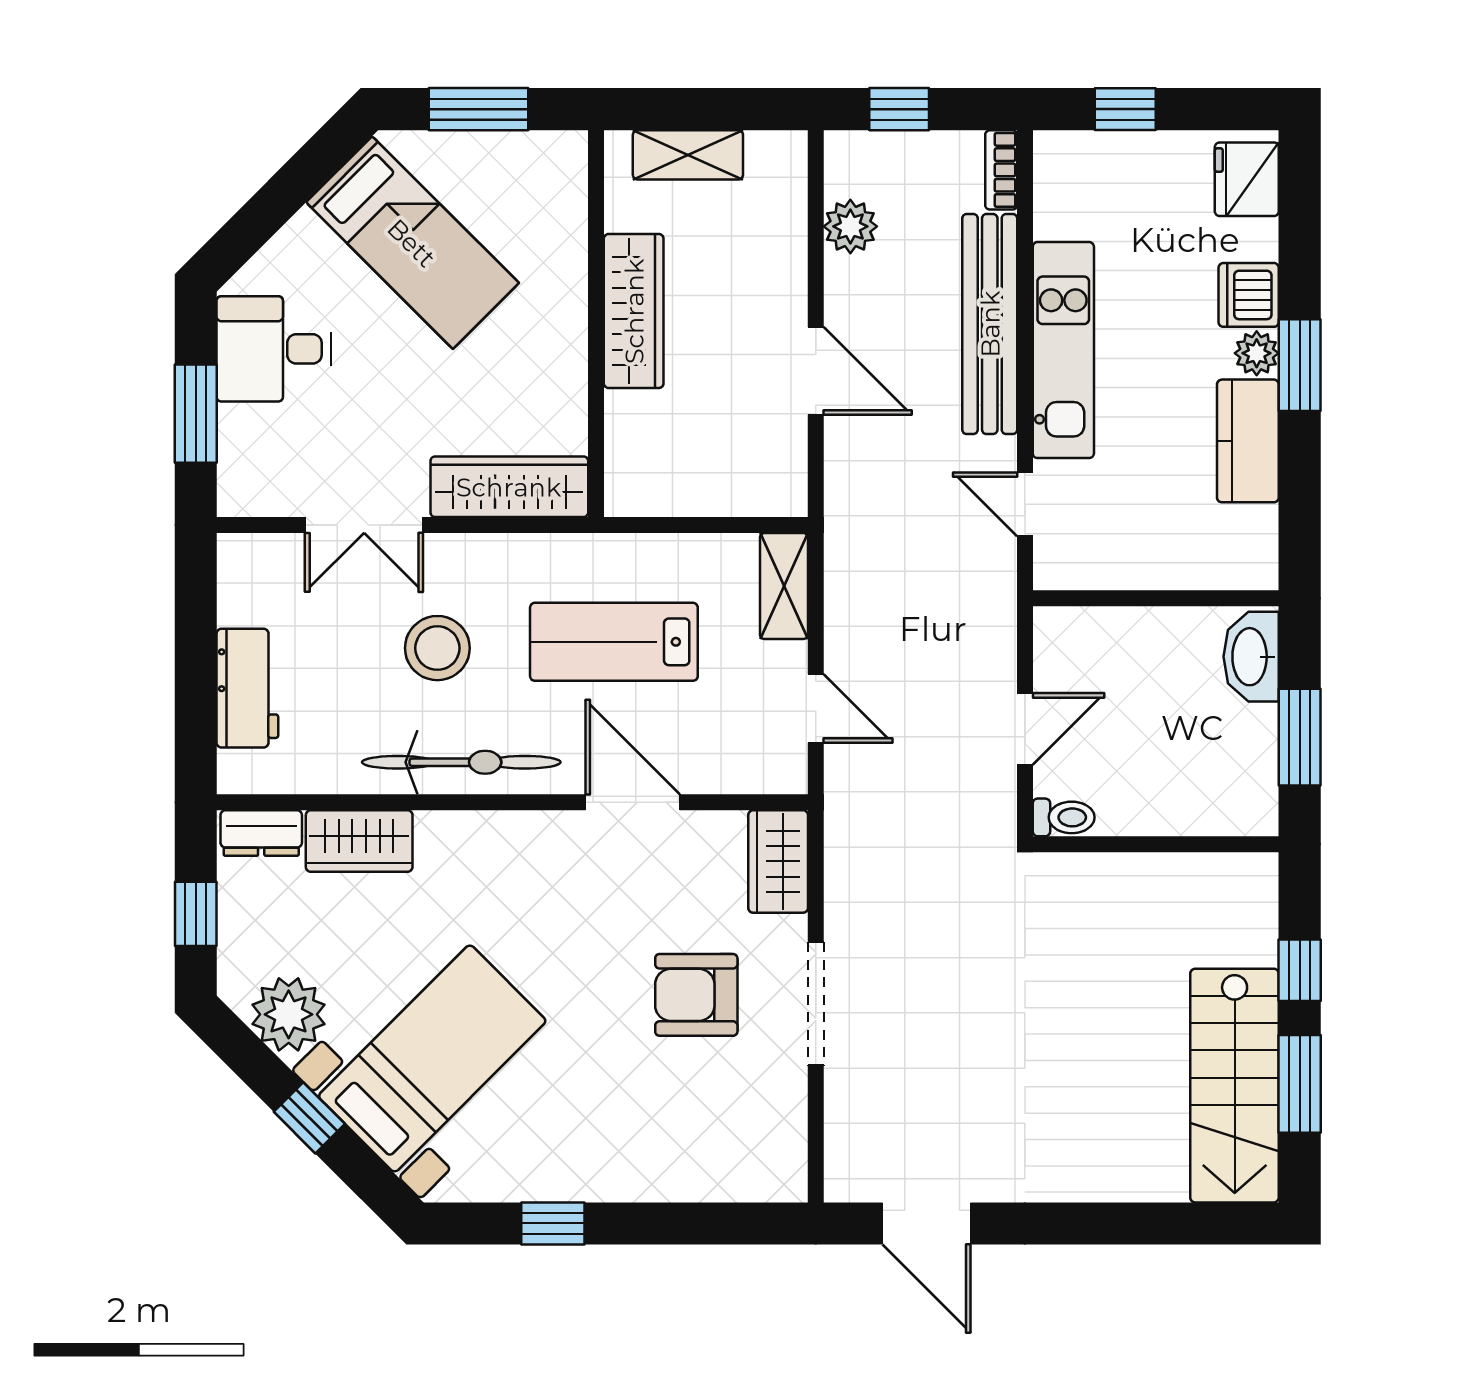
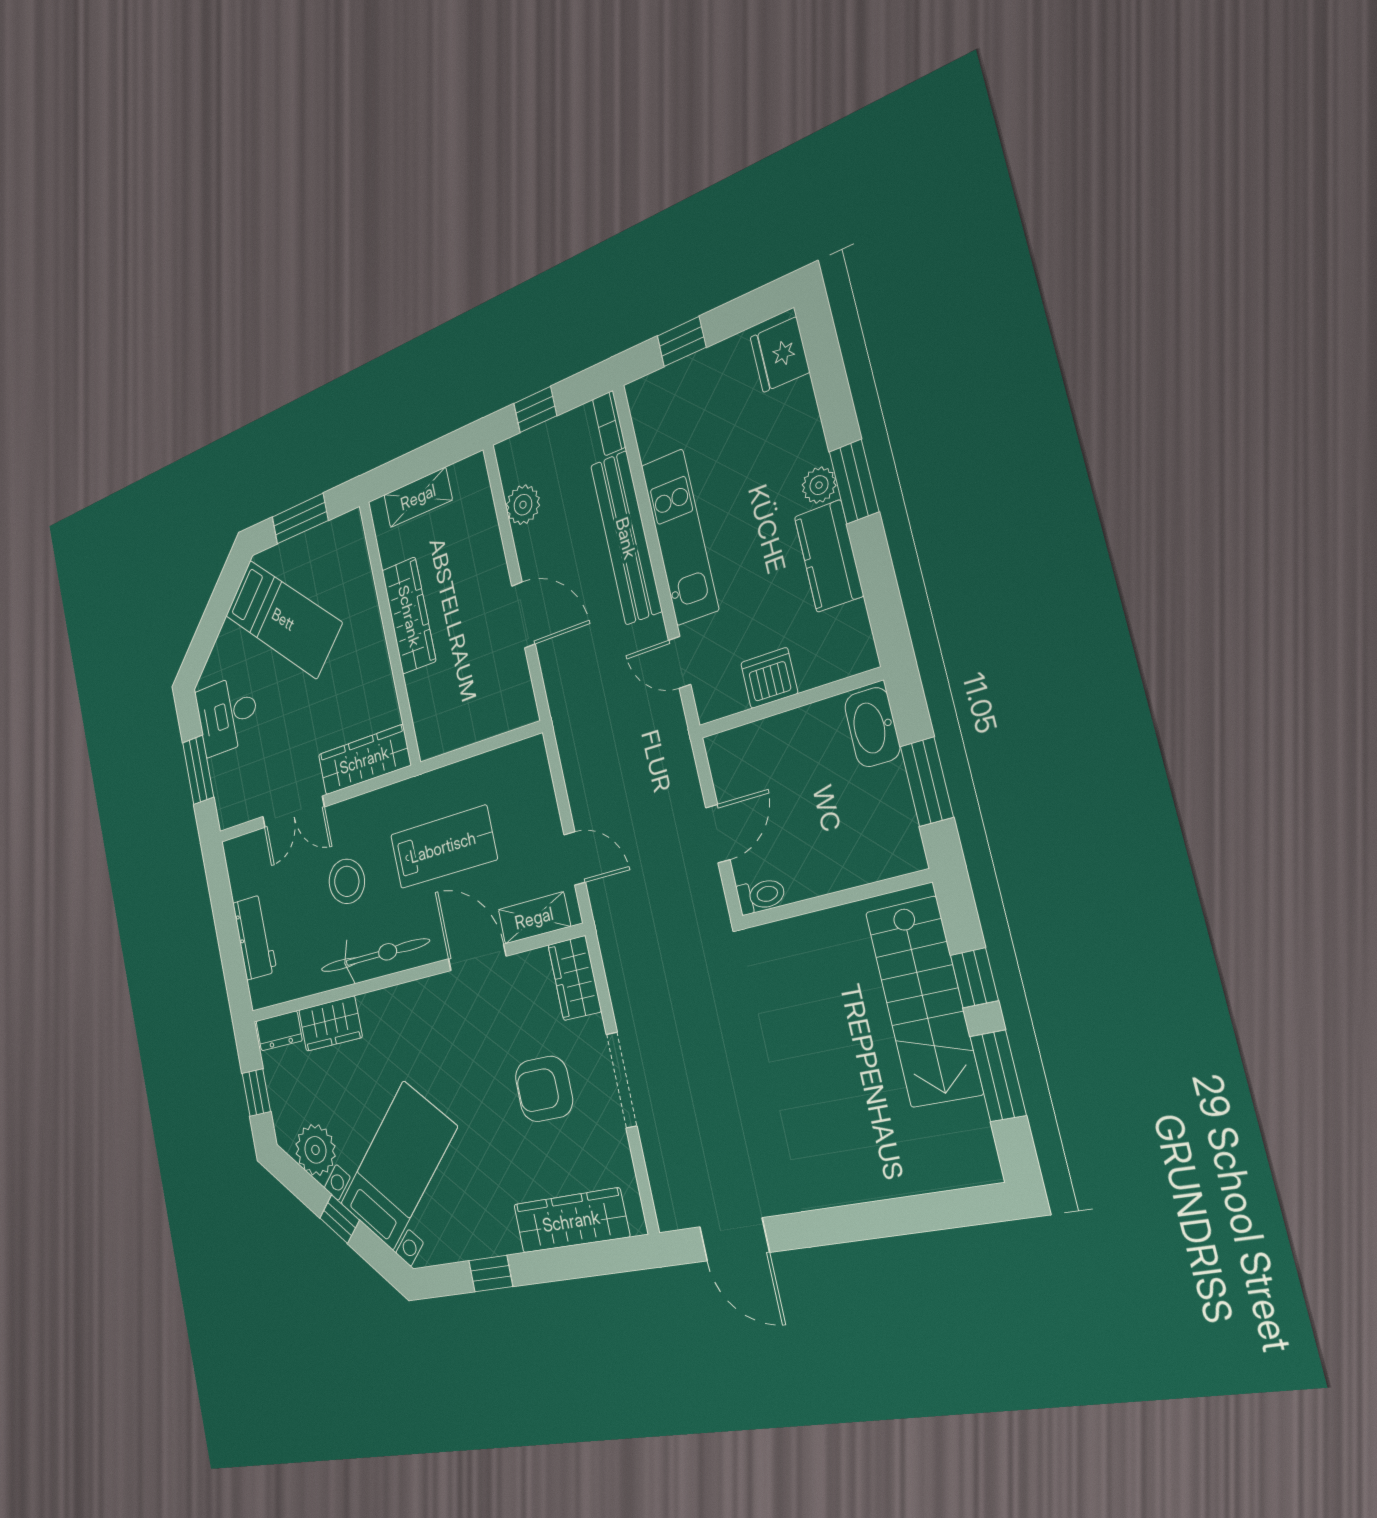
dishwasher: (1249, 295) -> (769, 678), moved, turned 90
shelving: (784, 586) -> (534, 918), moved, turned 90
lab bench: (614, 642) -> (443, 847), turned 180
stairs: (1235, 1086) -> (924, 1002), moved
wardrobe: (697, 1170) -> (571, 1221), added

